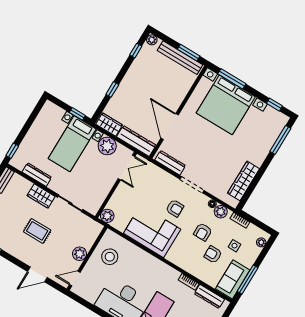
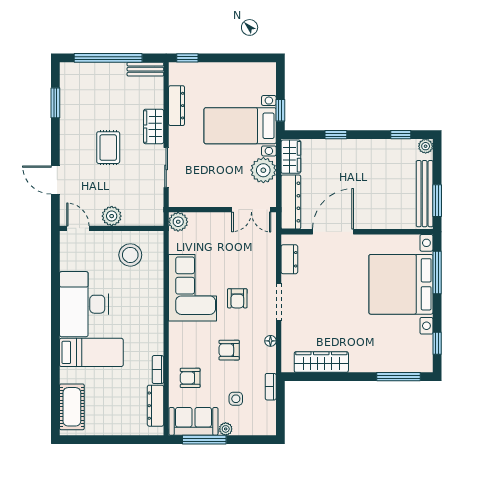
dresser: (170, 163) -> (289, 259), width x0.70
plant: (221, 212) -> (267, 357), removed
plant: (261, 242) -> (226, 429), moved
armchair: (213, 254) -> (190, 378), moved, turned -90

